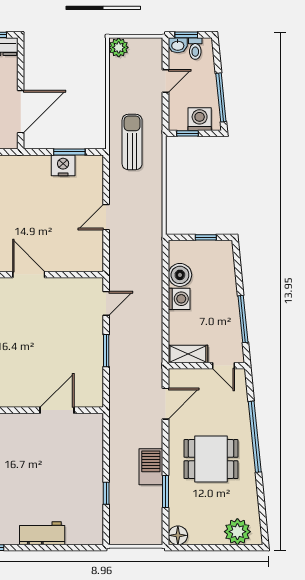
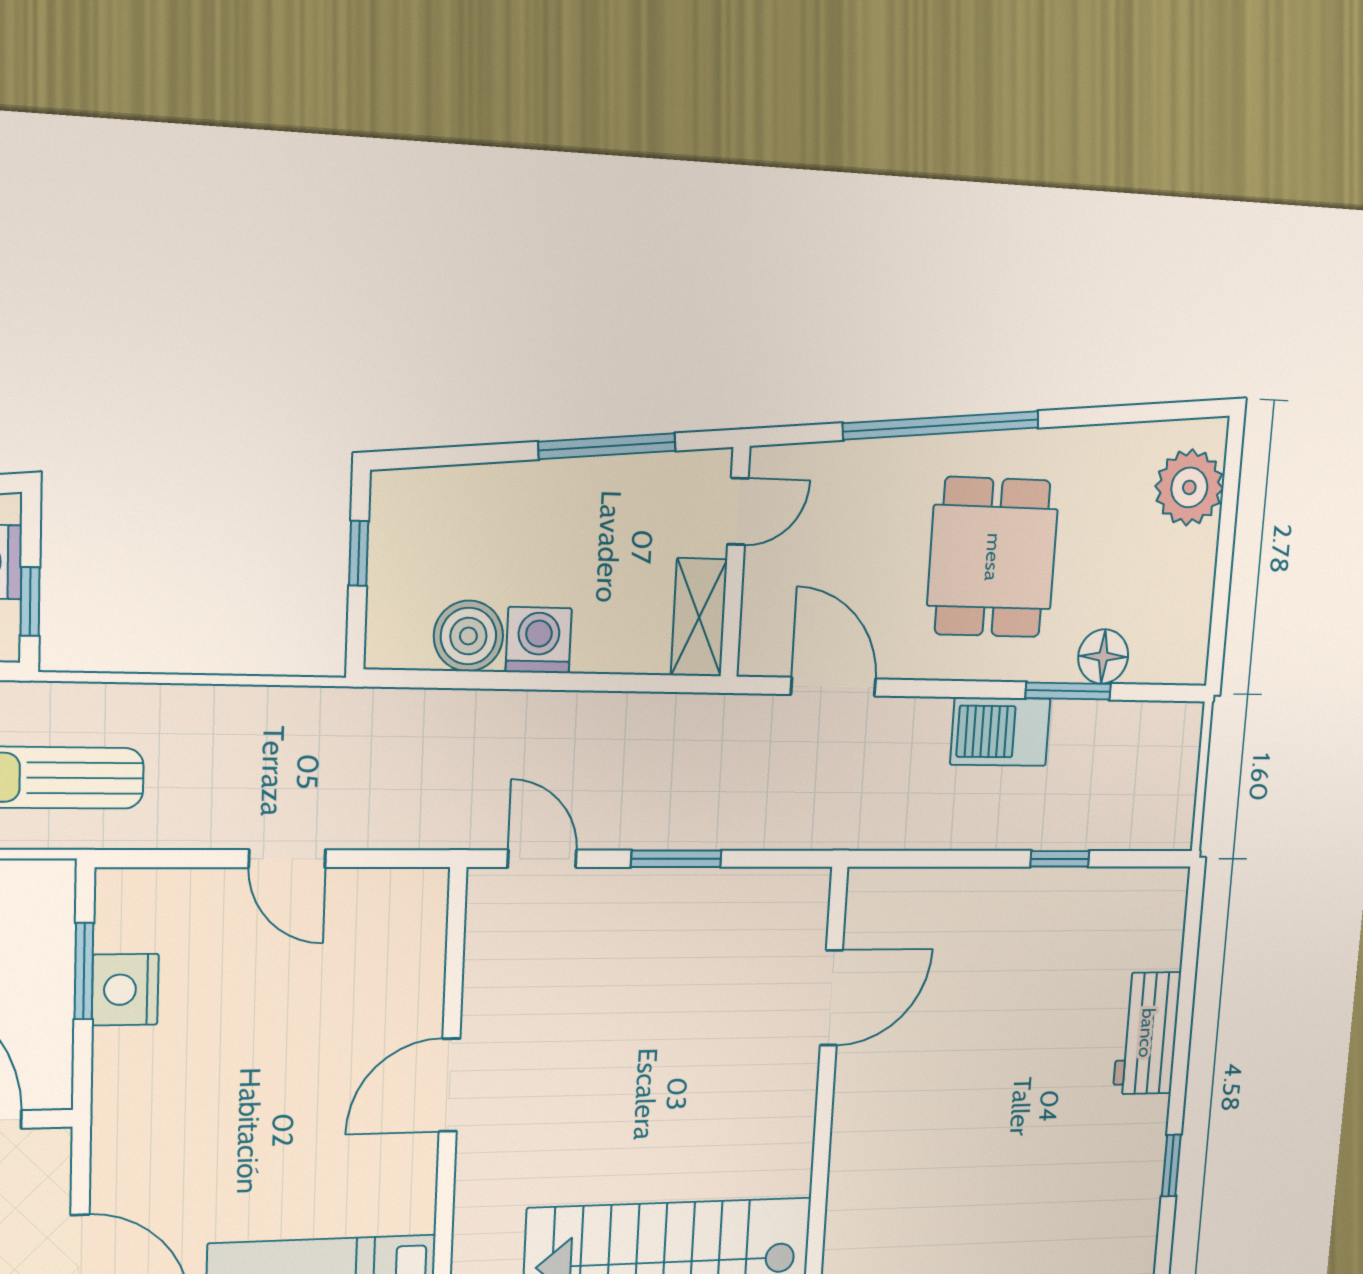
door: (57, 410) -> (831, 998), swing flipped
floor lamp: (178, 535) -> (1103, 657), moved

